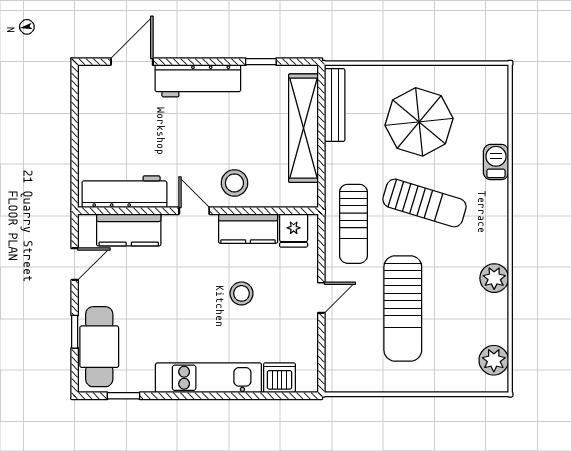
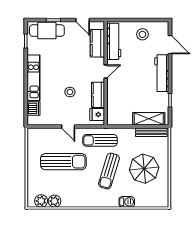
shelving: (304, 128) -> (149, 119), width x0.68
stool: (234, 183) -> (142, 34), moved
plant: (494, 278) -> (55, 201), moved
sun lounger: (403, 308) -> (63, 162), turned 180

